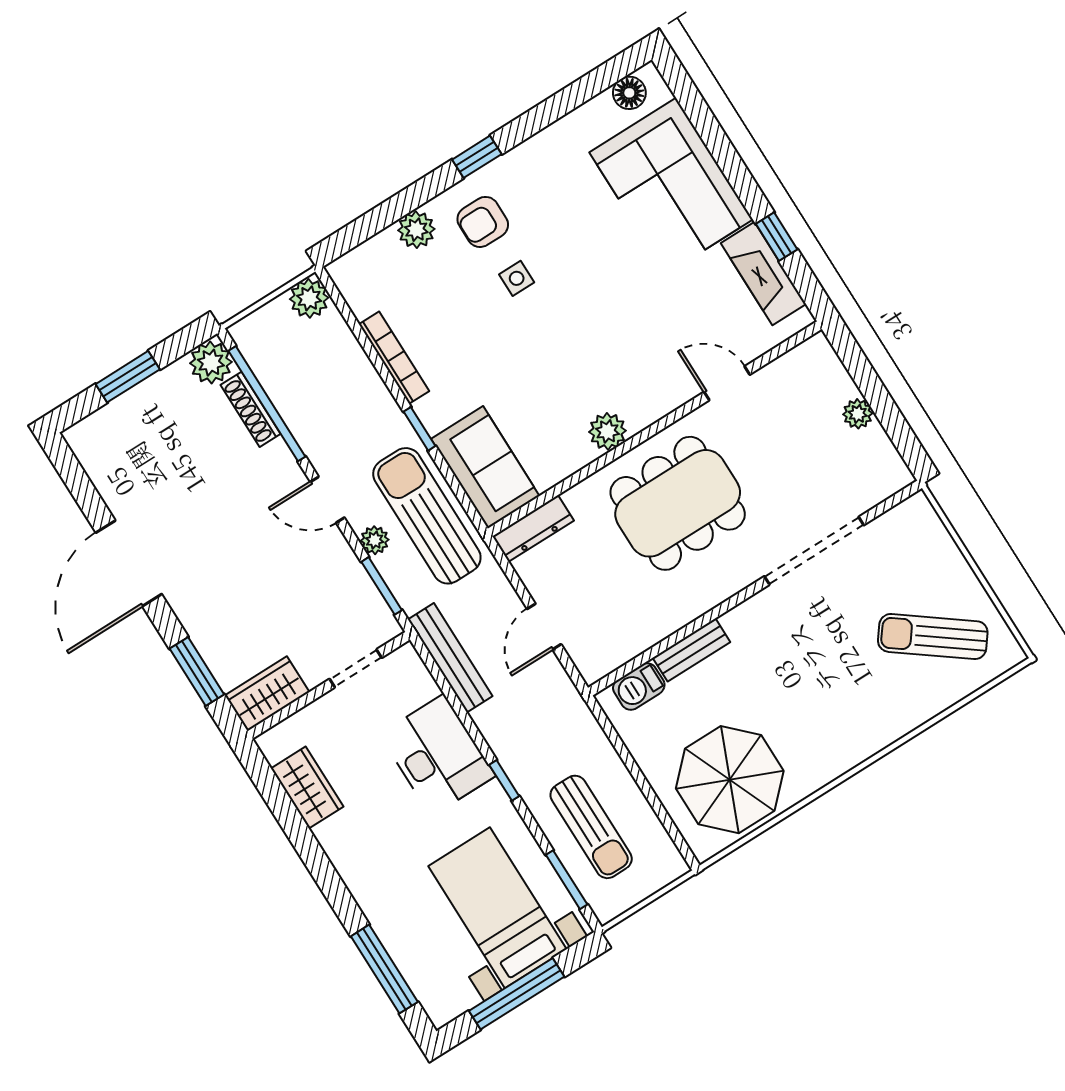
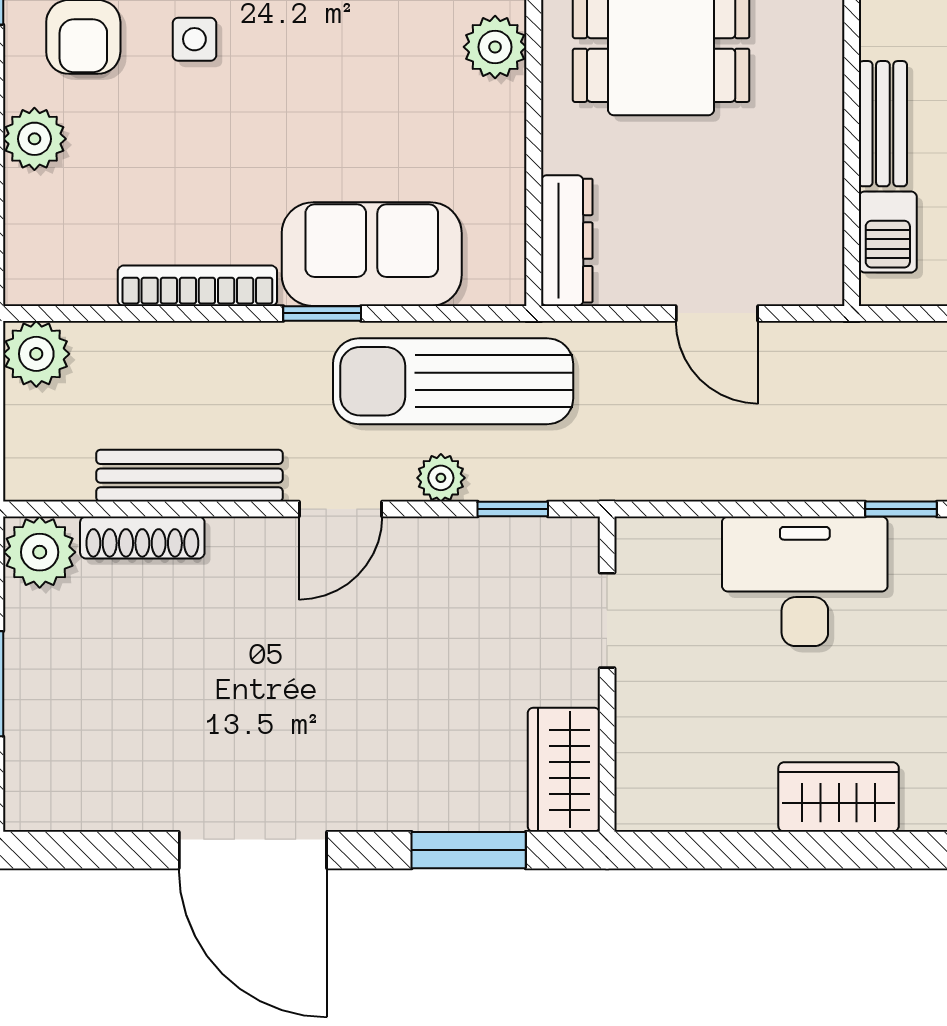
window: (267, 404) -> (149, 509), removed
sofa: (485, 467) -> (372, 254), moved
window: (382, 586) -> (513, 509), width x0.67
bench: (450, 658) -> (190, 476), moved
wardrobe: (307, 788) -> (839, 797), moved

